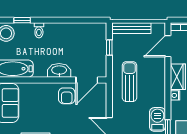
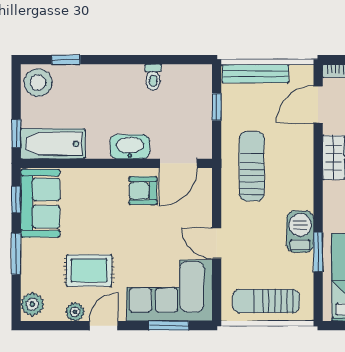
toilet: (39, 30) -> (153, 77), moved
nightstand: (175, 95) -> (330, 190), removed
armchair: (67, 96) -> (143, 191), turned 90

